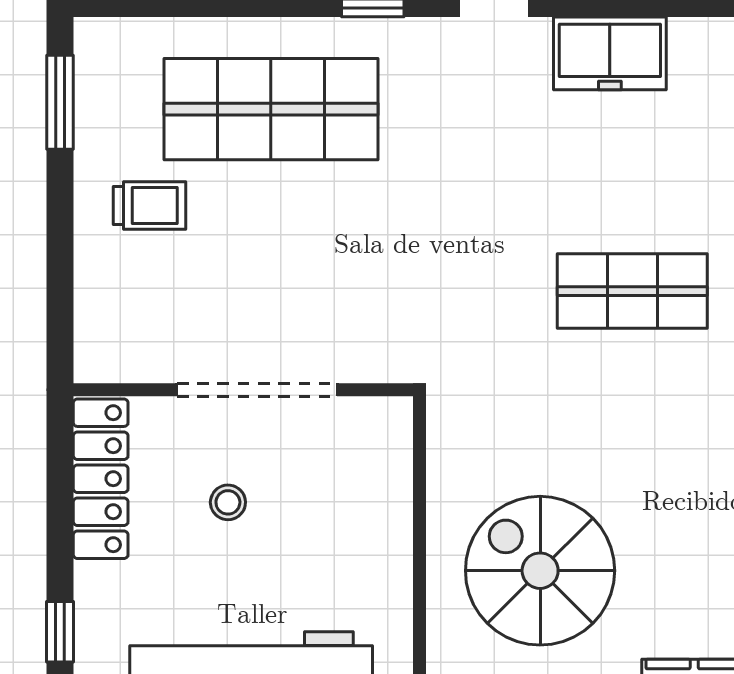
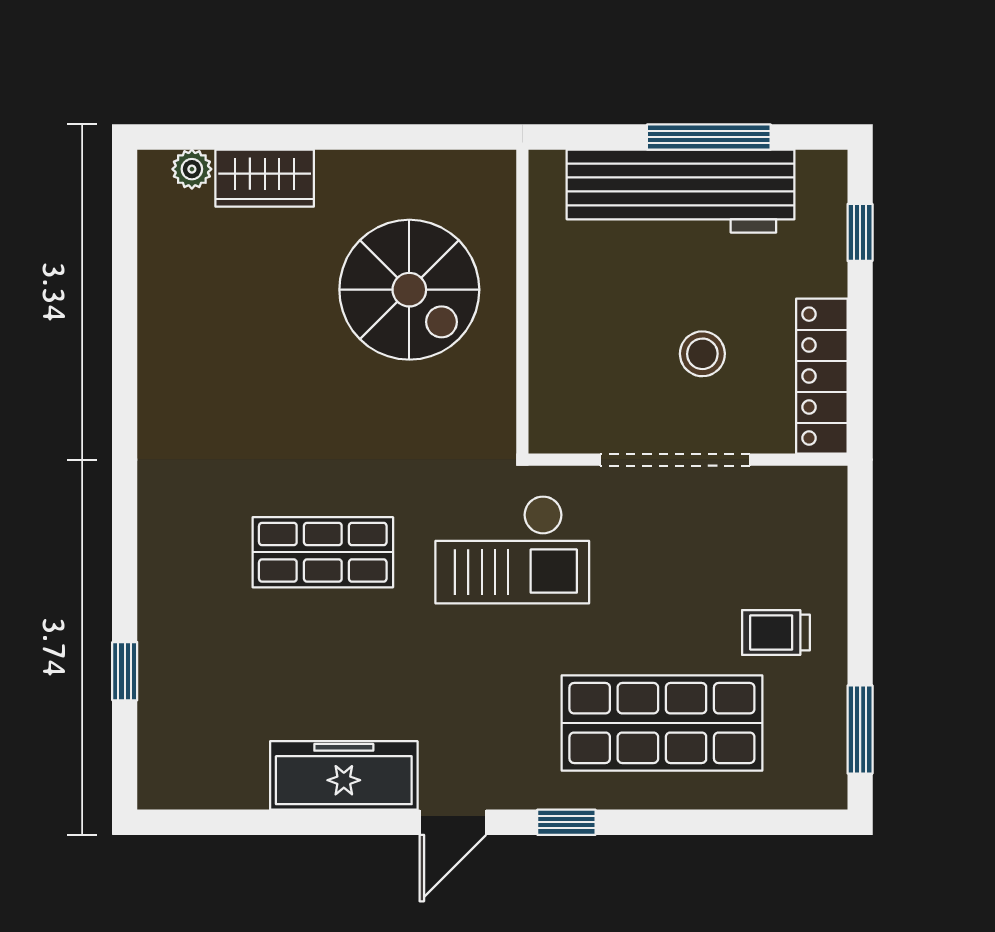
freezer: (610, 53) -> (344, 775), width x1.40
checkout: (430, 294) -> (512, 549), added
stool: (228, 502) -> (702, 354), width x1.37, depth x1.37

